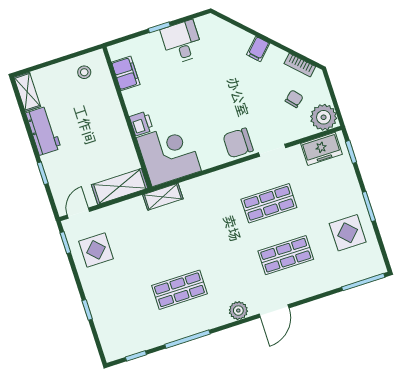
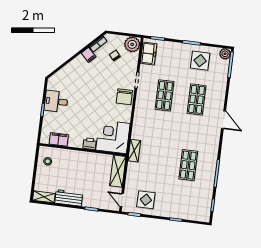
filing cabinet: (258, 49) -> (89, 55), moved
plant: (238, 311) -> (225, 54), moved

